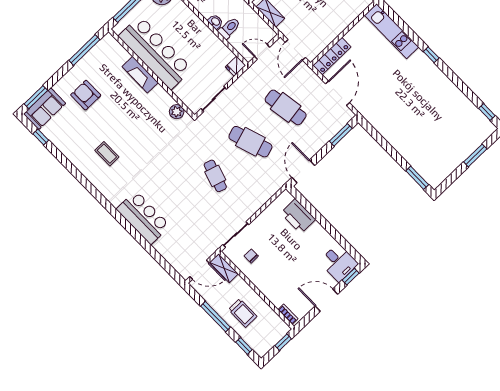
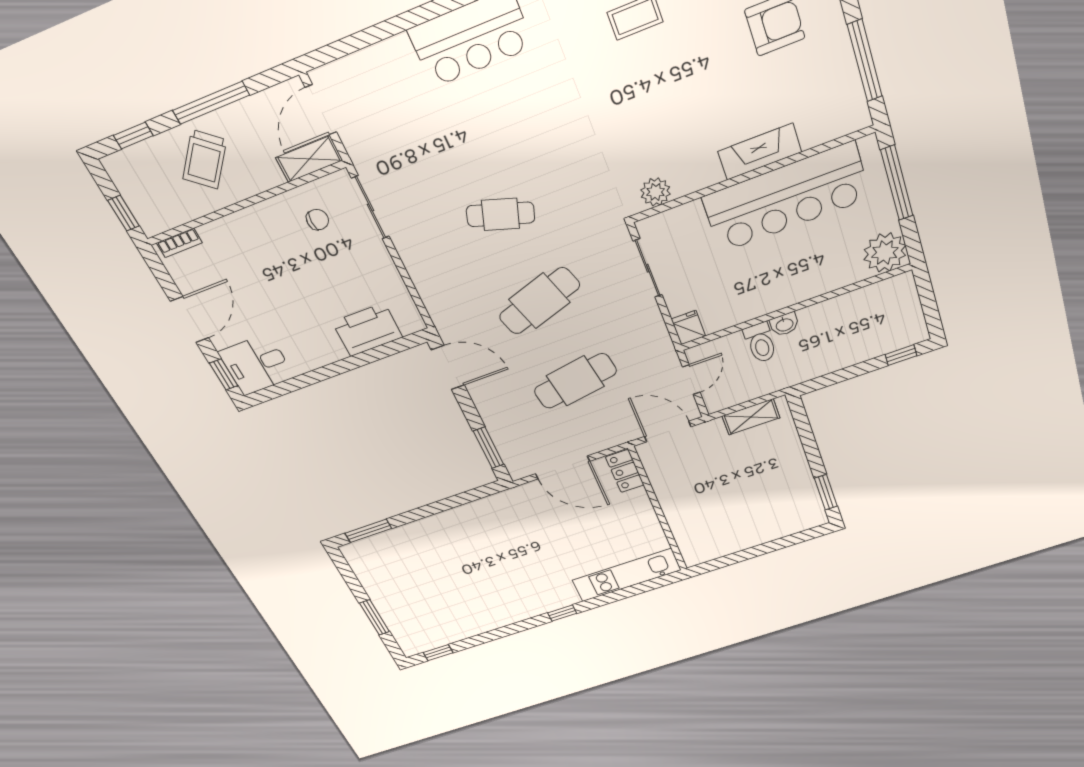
locker: (332, 56) -> (625, 471), width x0.66
trolley: (243, 313) -> (205, 159), turned -50

